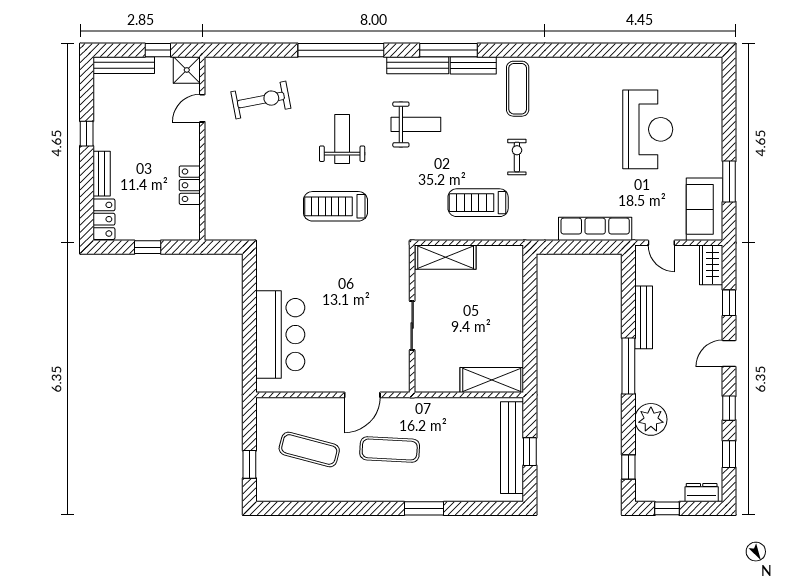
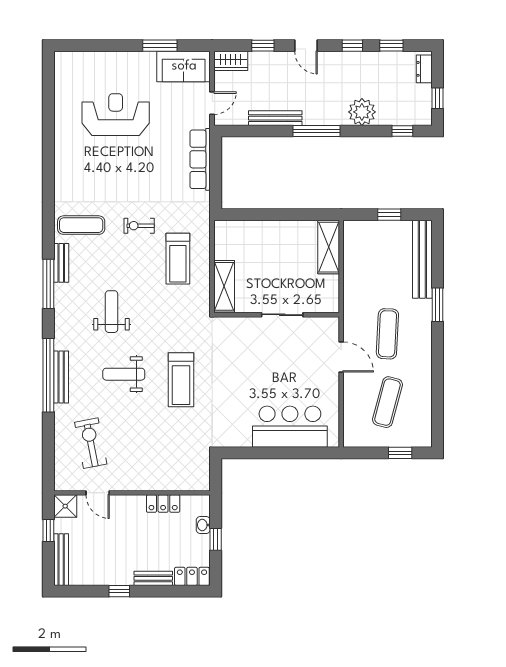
bench: (418, 65) -> (61, 377), moved
washbasin: (164, 232) -> (203, 525), added
bench: (512, 448) -> (422, 259), moved, turned 90

